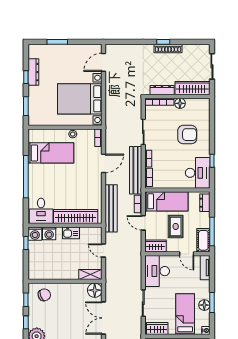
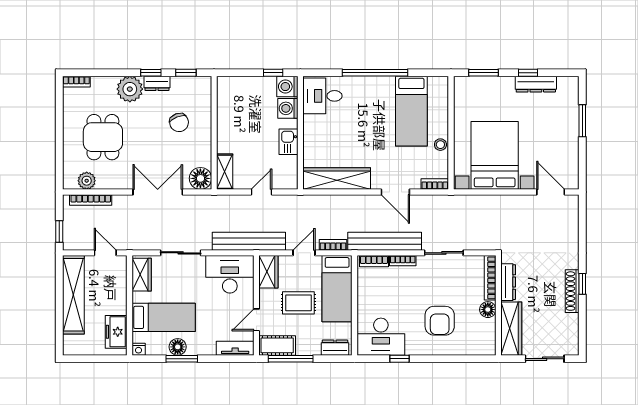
bench: (111, 208) -> (249, 241), moved
wardrobe: (76, 216) -> (337, 179), moved, turned -90
chair: (44, 295) -> (179, 123), moved
dresser: (33, 318) -> (157, 83), added

